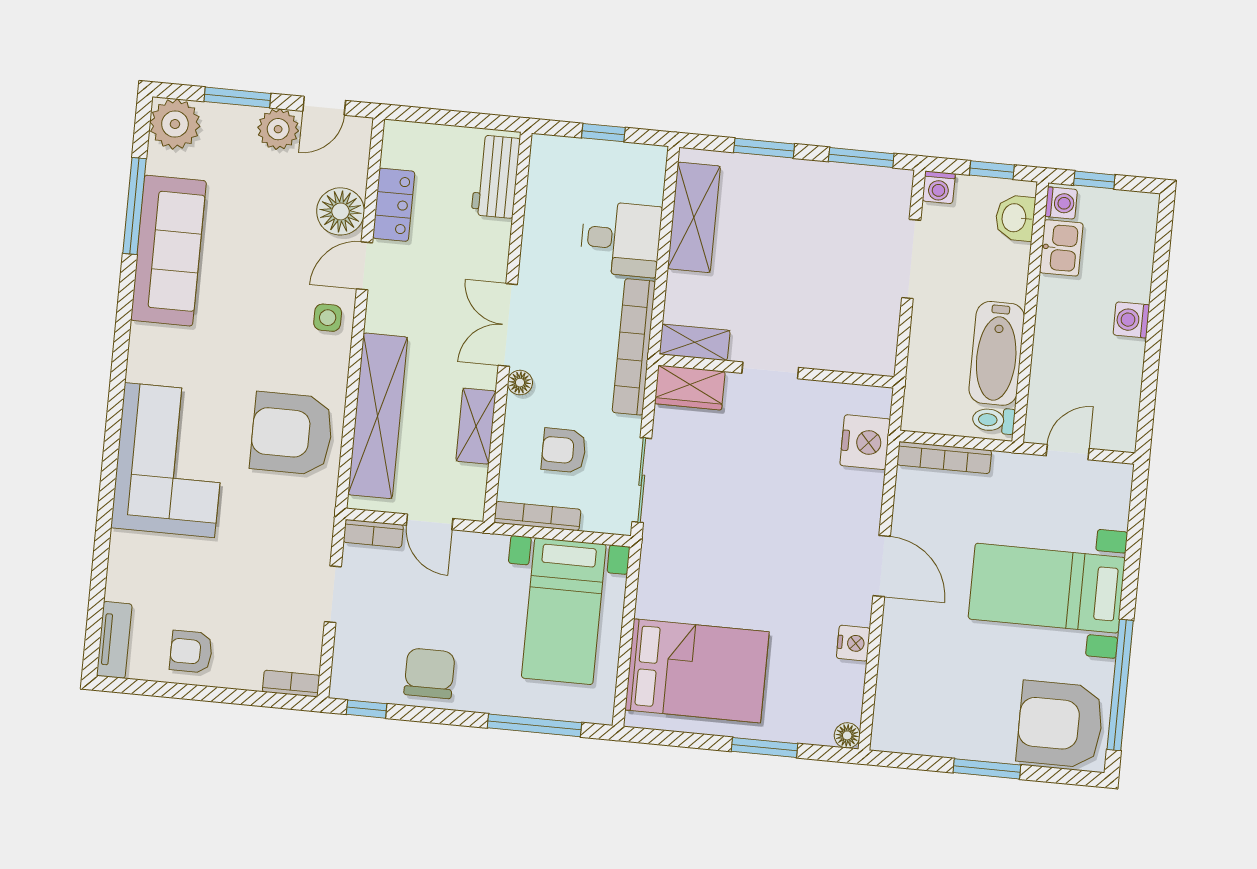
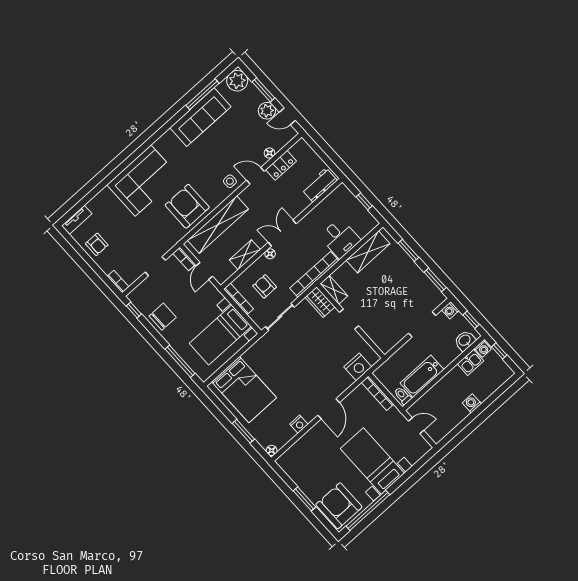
floor lamp: (341, 211) -> (270, 153), width x0.53, depth x0.53
armchair: (191, 652) -> (97, 244), turned 180

